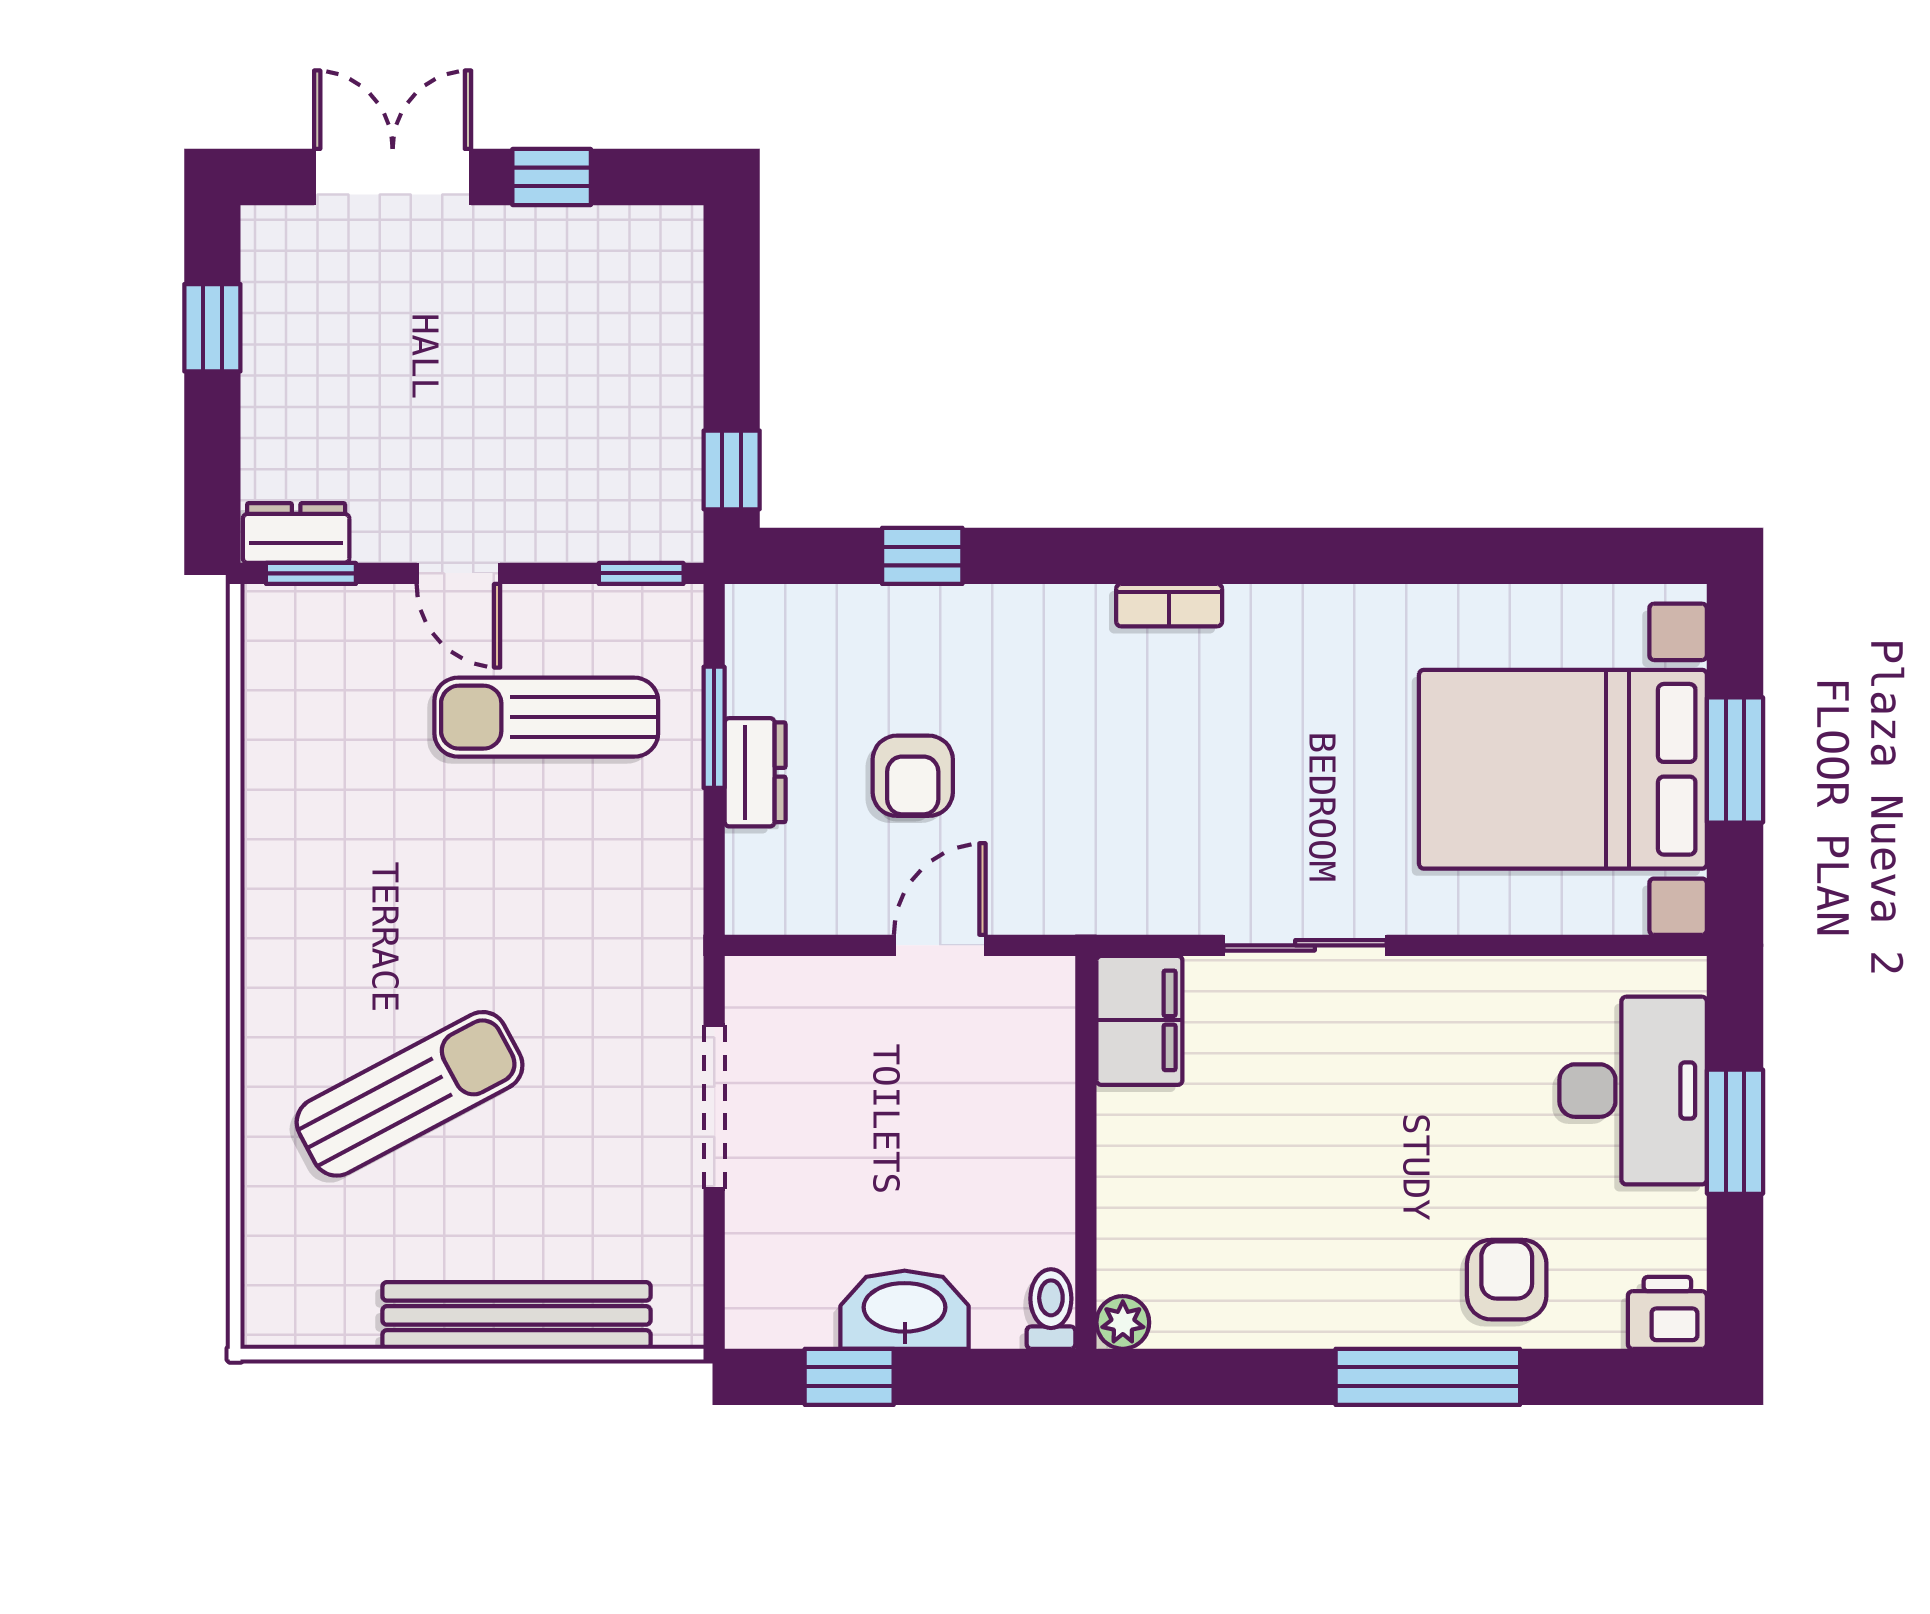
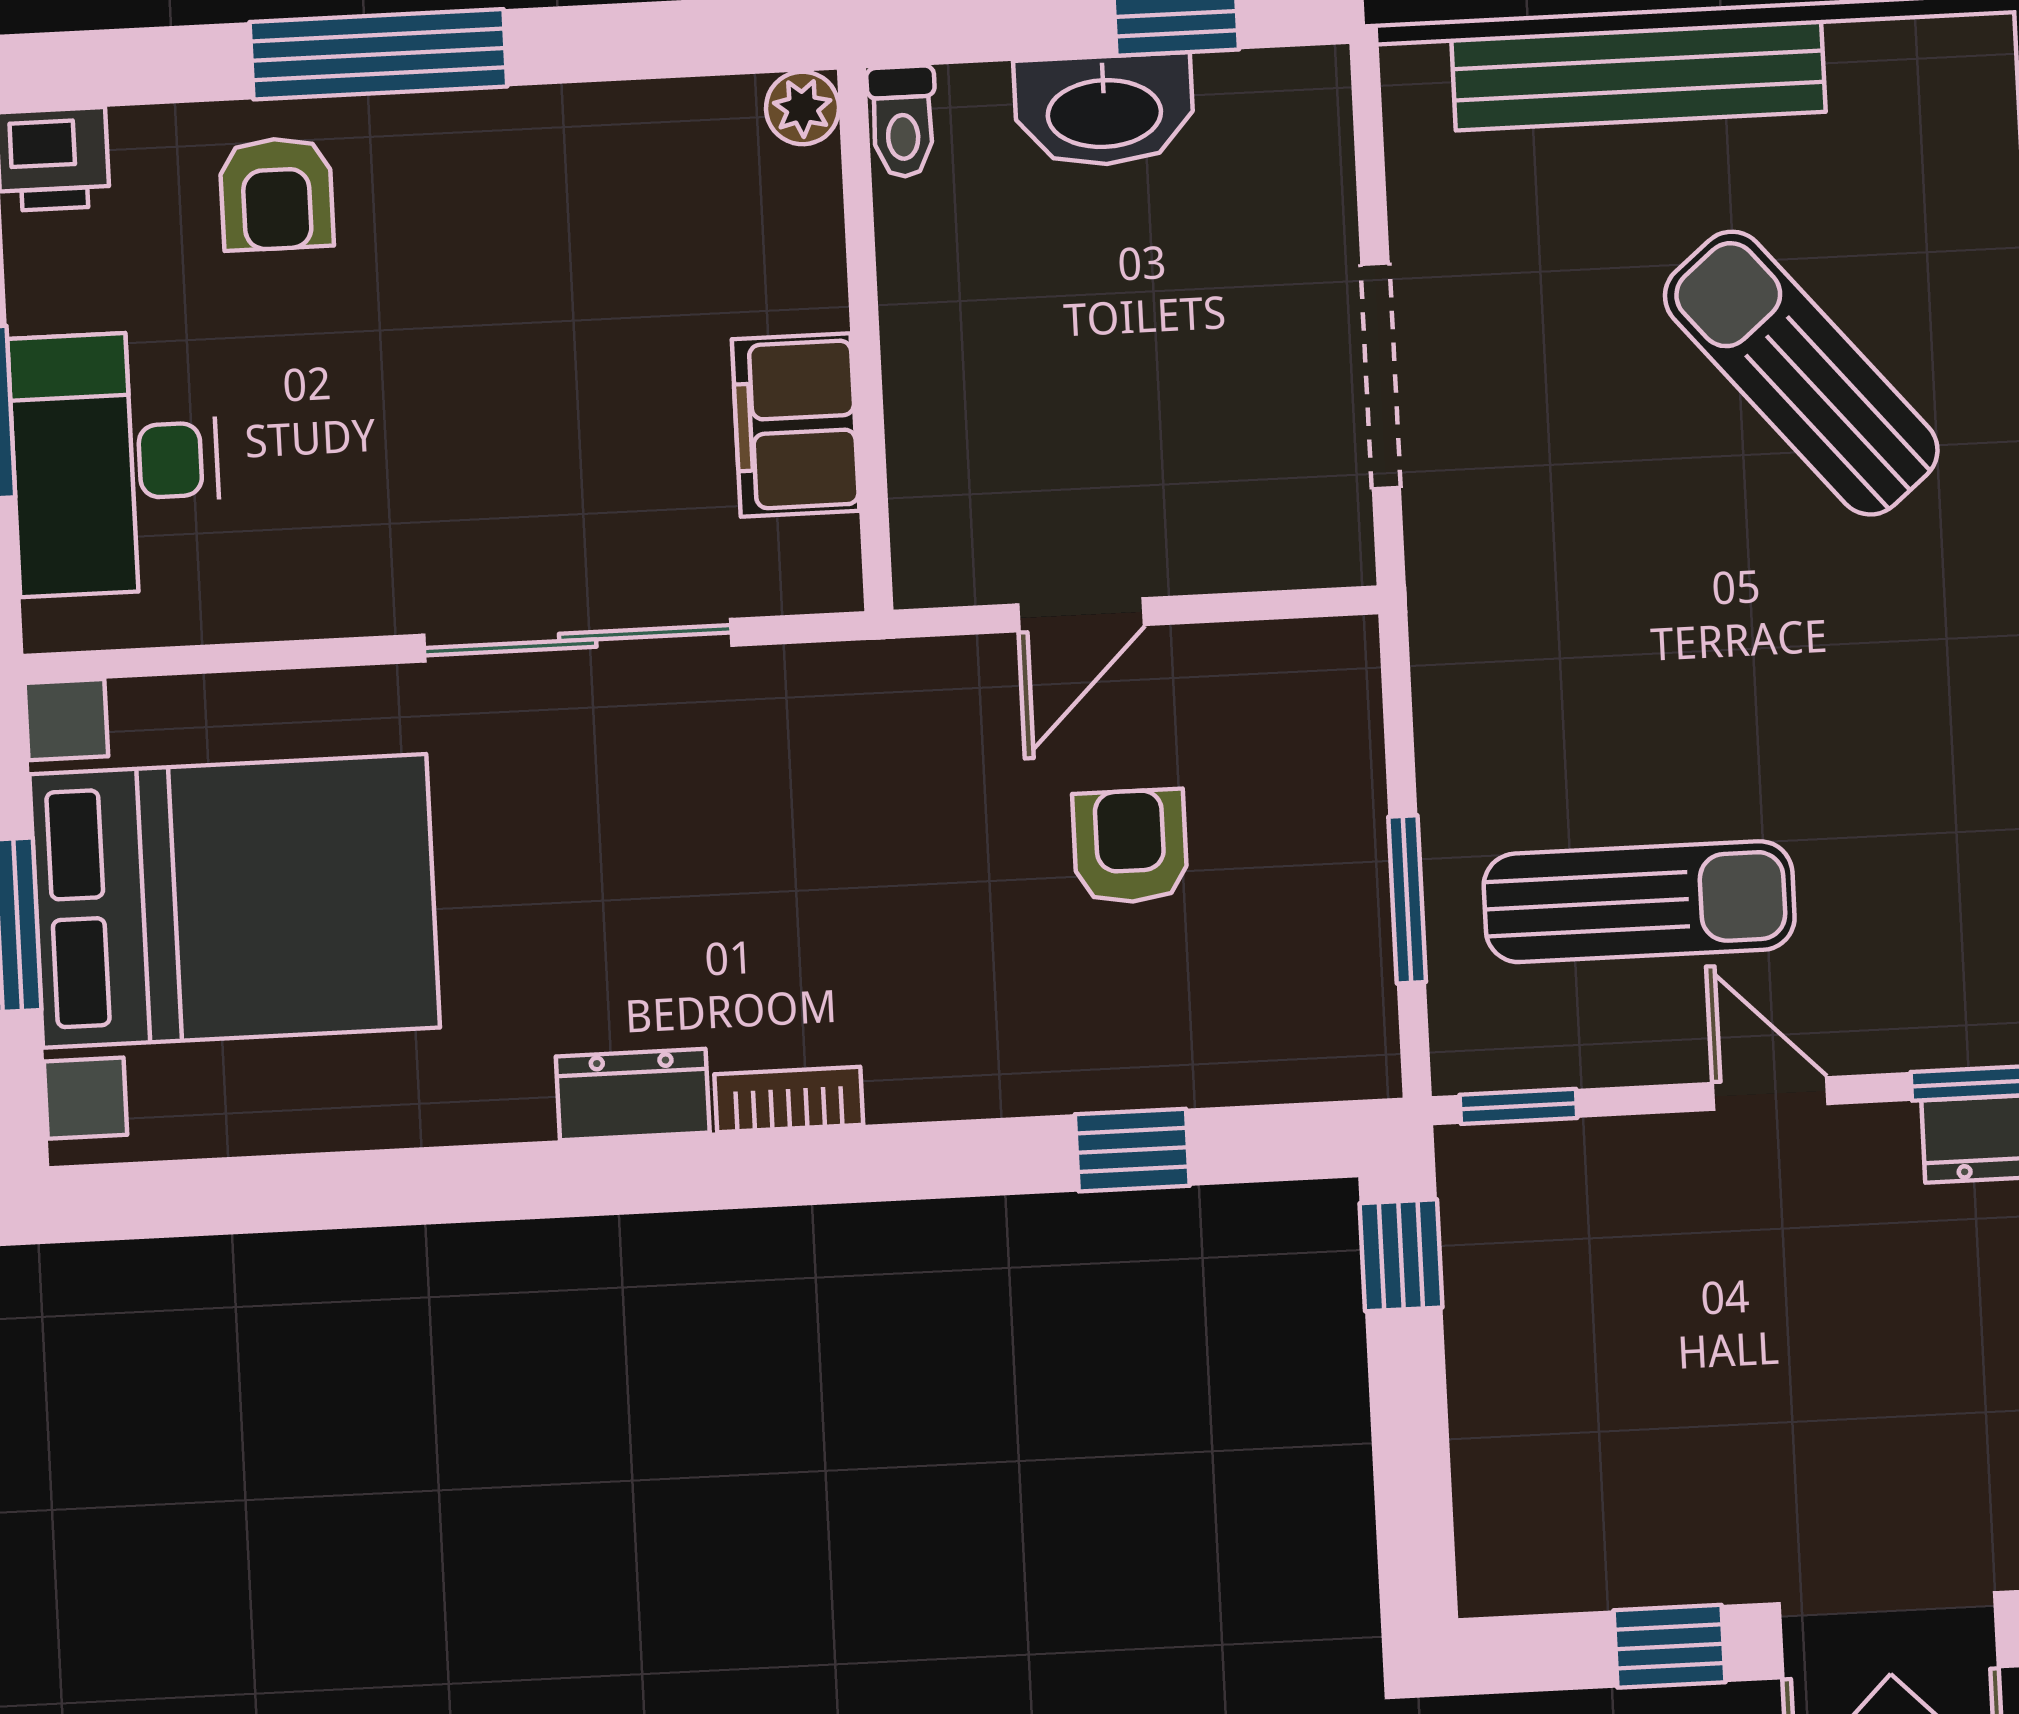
dresser: (755, 772) -> (633, 1095), moved, turned 90
sliding door: (1305, 945) -> (578, 640), width x1.37
filing cabinet: (1139, 1020) -> (796, 425), moved
sun lounger: (410, 1094) -> (1801, 373), turned 78

